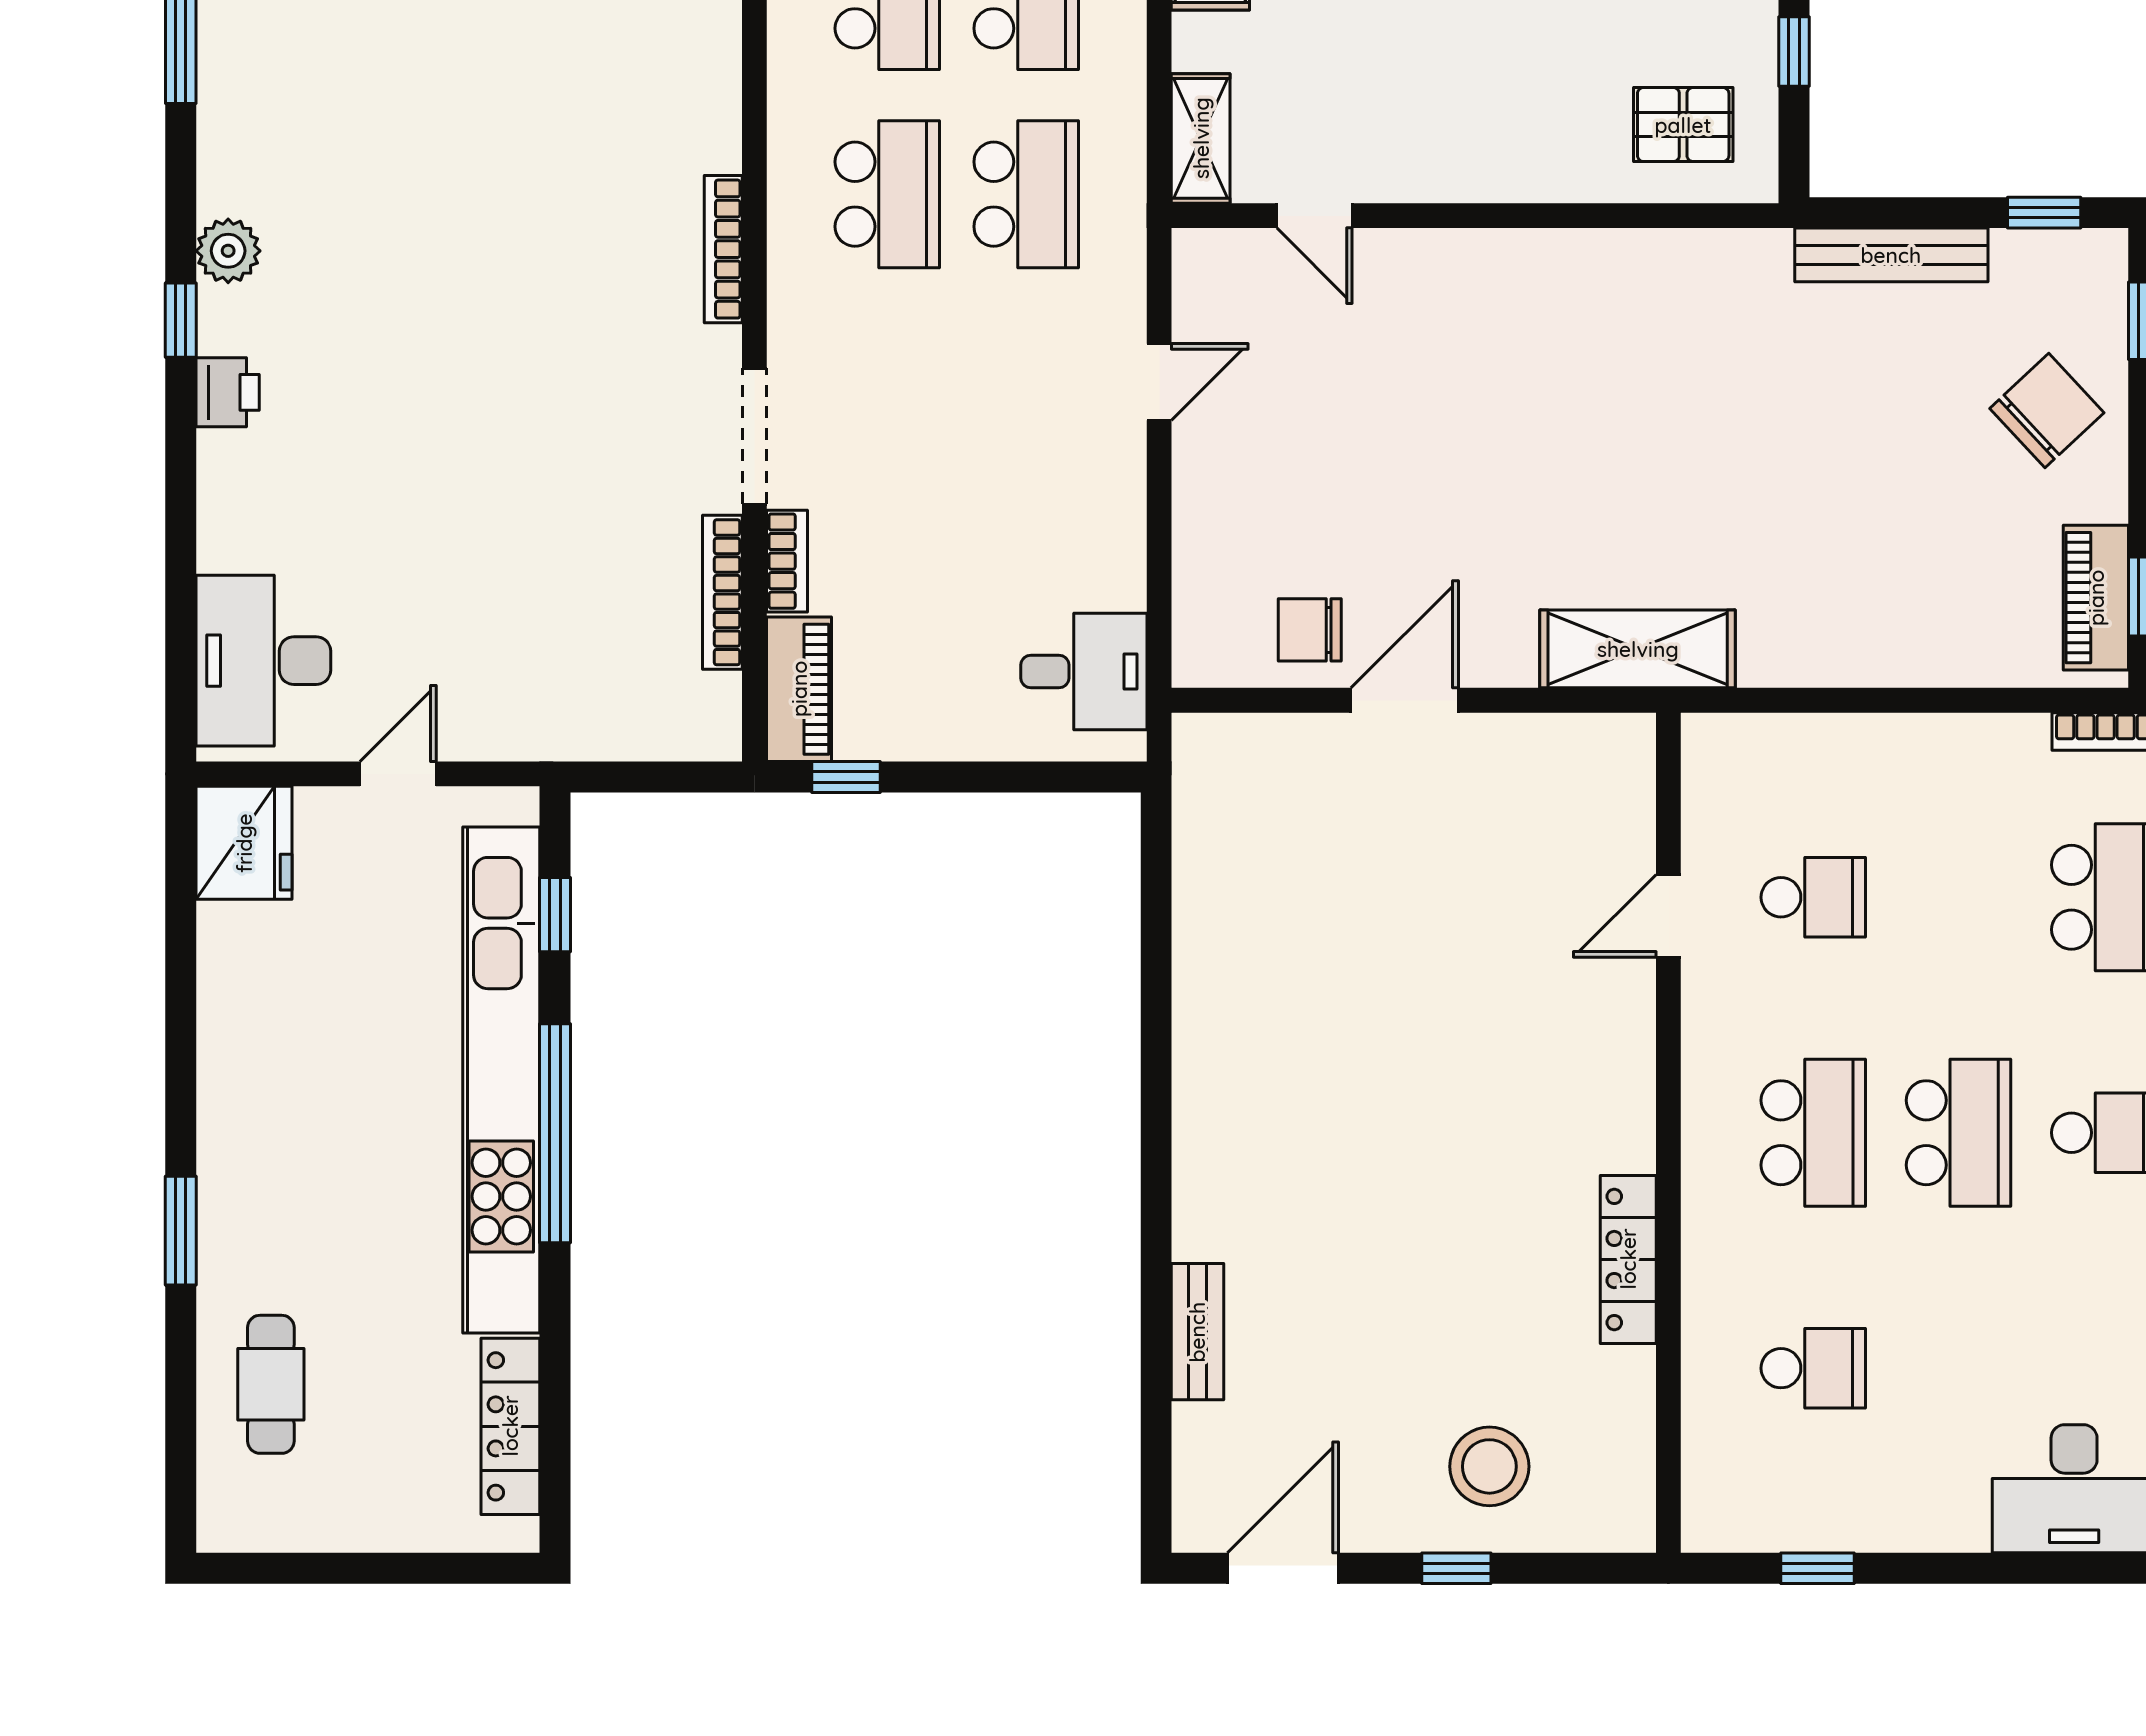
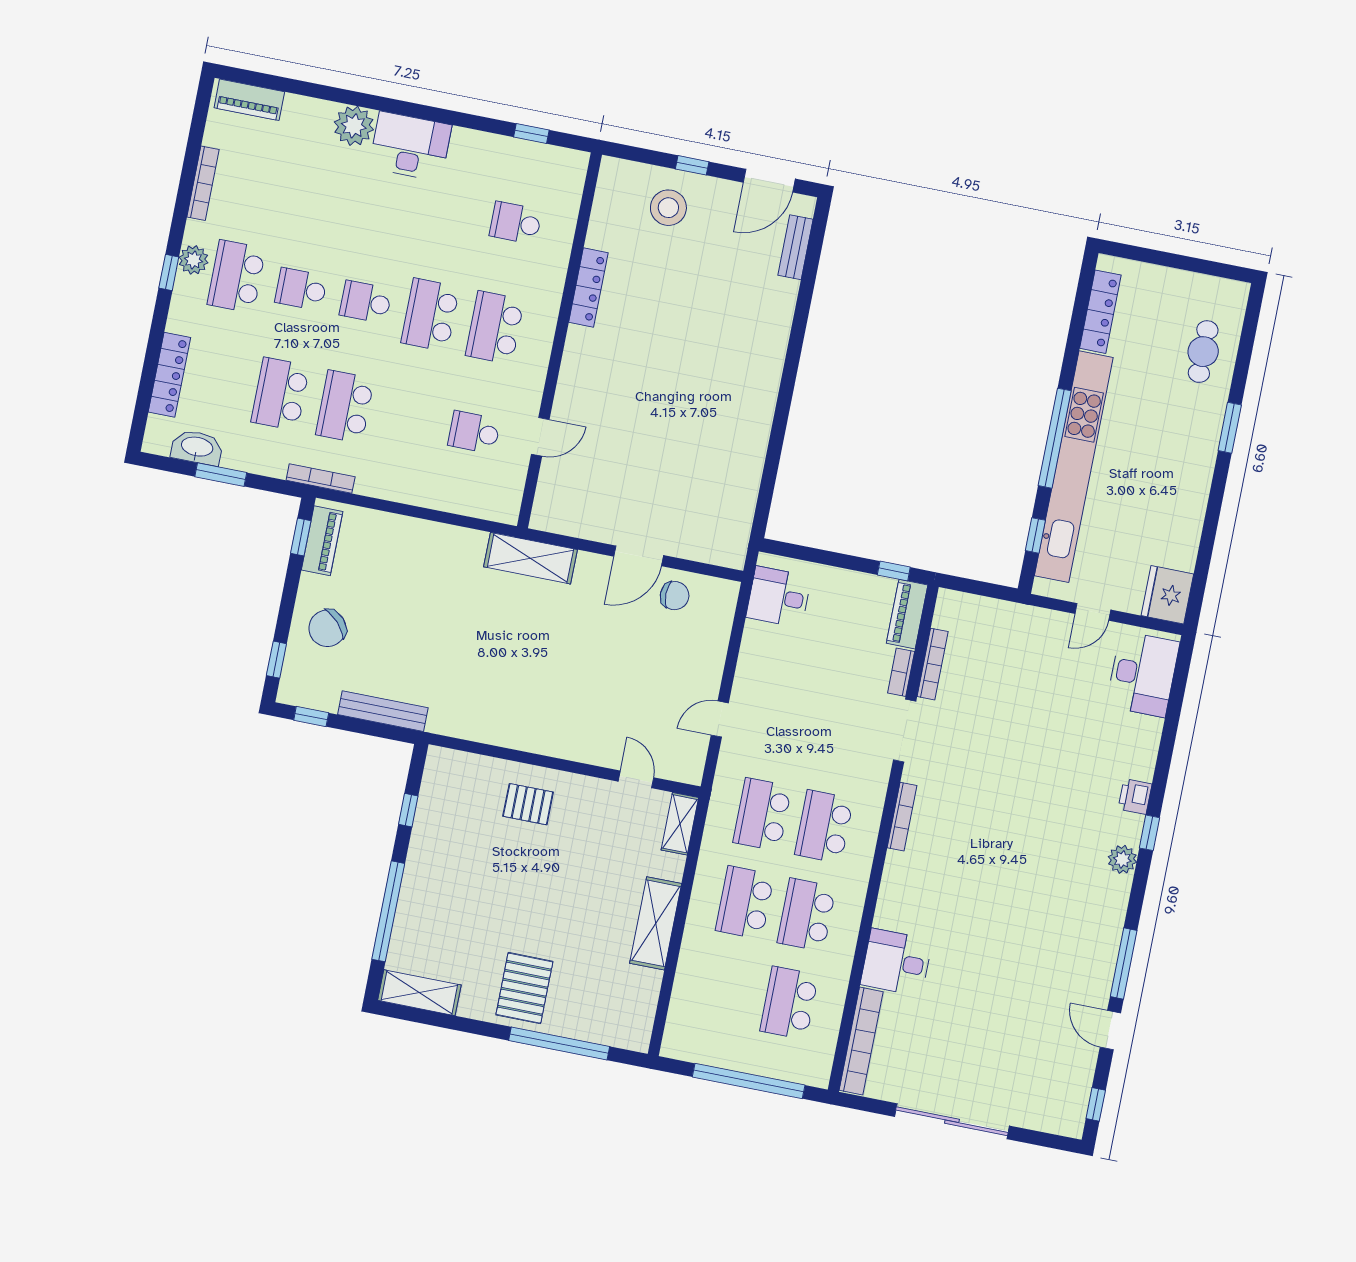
pallet: (1683, 125) -> (528, 804), moved
bench: (1197, 1332) -> (795, 247), moved

